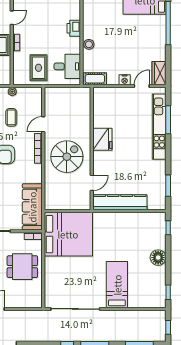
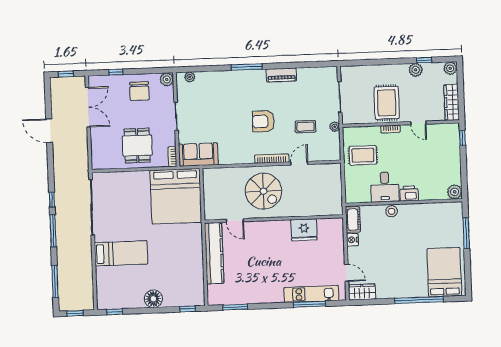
desk: (67, 66) -> (385, 187), moved
nightstand: (125, 80) -> (352, 240), moved
door: (43, 124) -> (299, 163), hinge flipped
kitchen unit: (159, 127) -> (311, 294), width x0.73
fridge: (102, 139) -> (304, 230), moved
sofa: (32, 207) -> (198, 155), width x0.73

